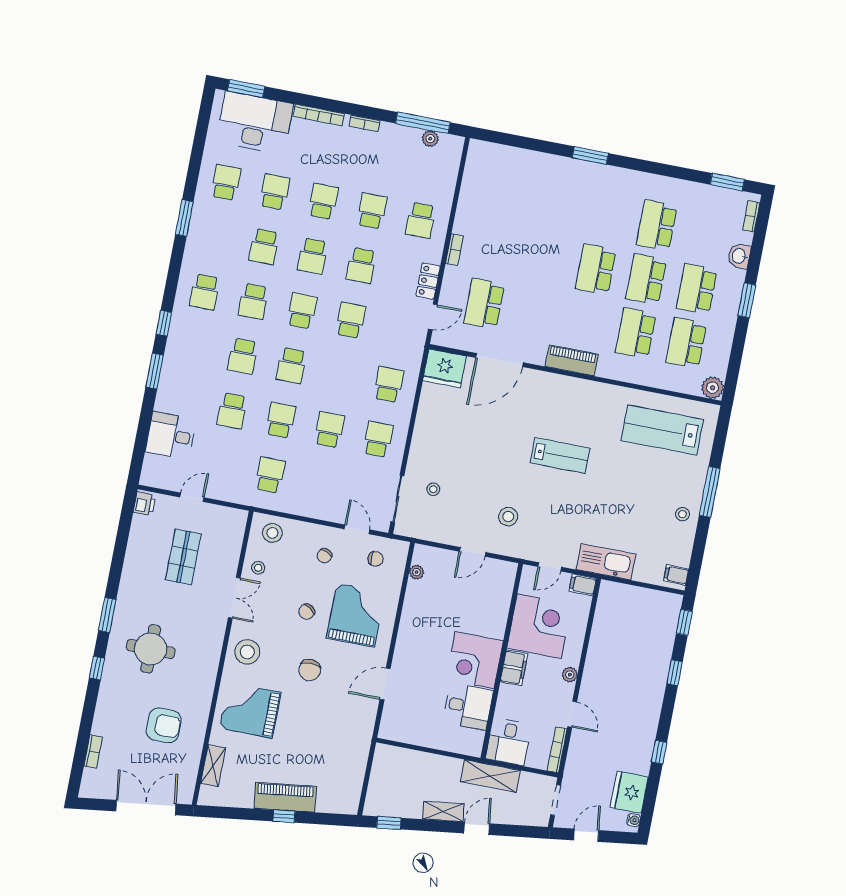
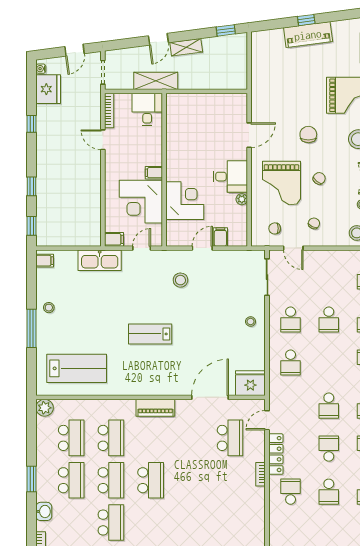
locker: (428, 281) -> (276, 454), width x1.53
stool: (433, 489) -> (251, 321), moved
filing cabinet: (447, 562) -> (220, 237), added
plant: (417, 572) -> (242, 199), moved
corner desk: (475, 660) -> (185, 201), moved
filing cabinet: (514, 668) -> (154, 173), width x0.50
plant: (570, 675) -> (111, 169), removed
desk: (468, 706) -> (230, 177), moved, turned 180

